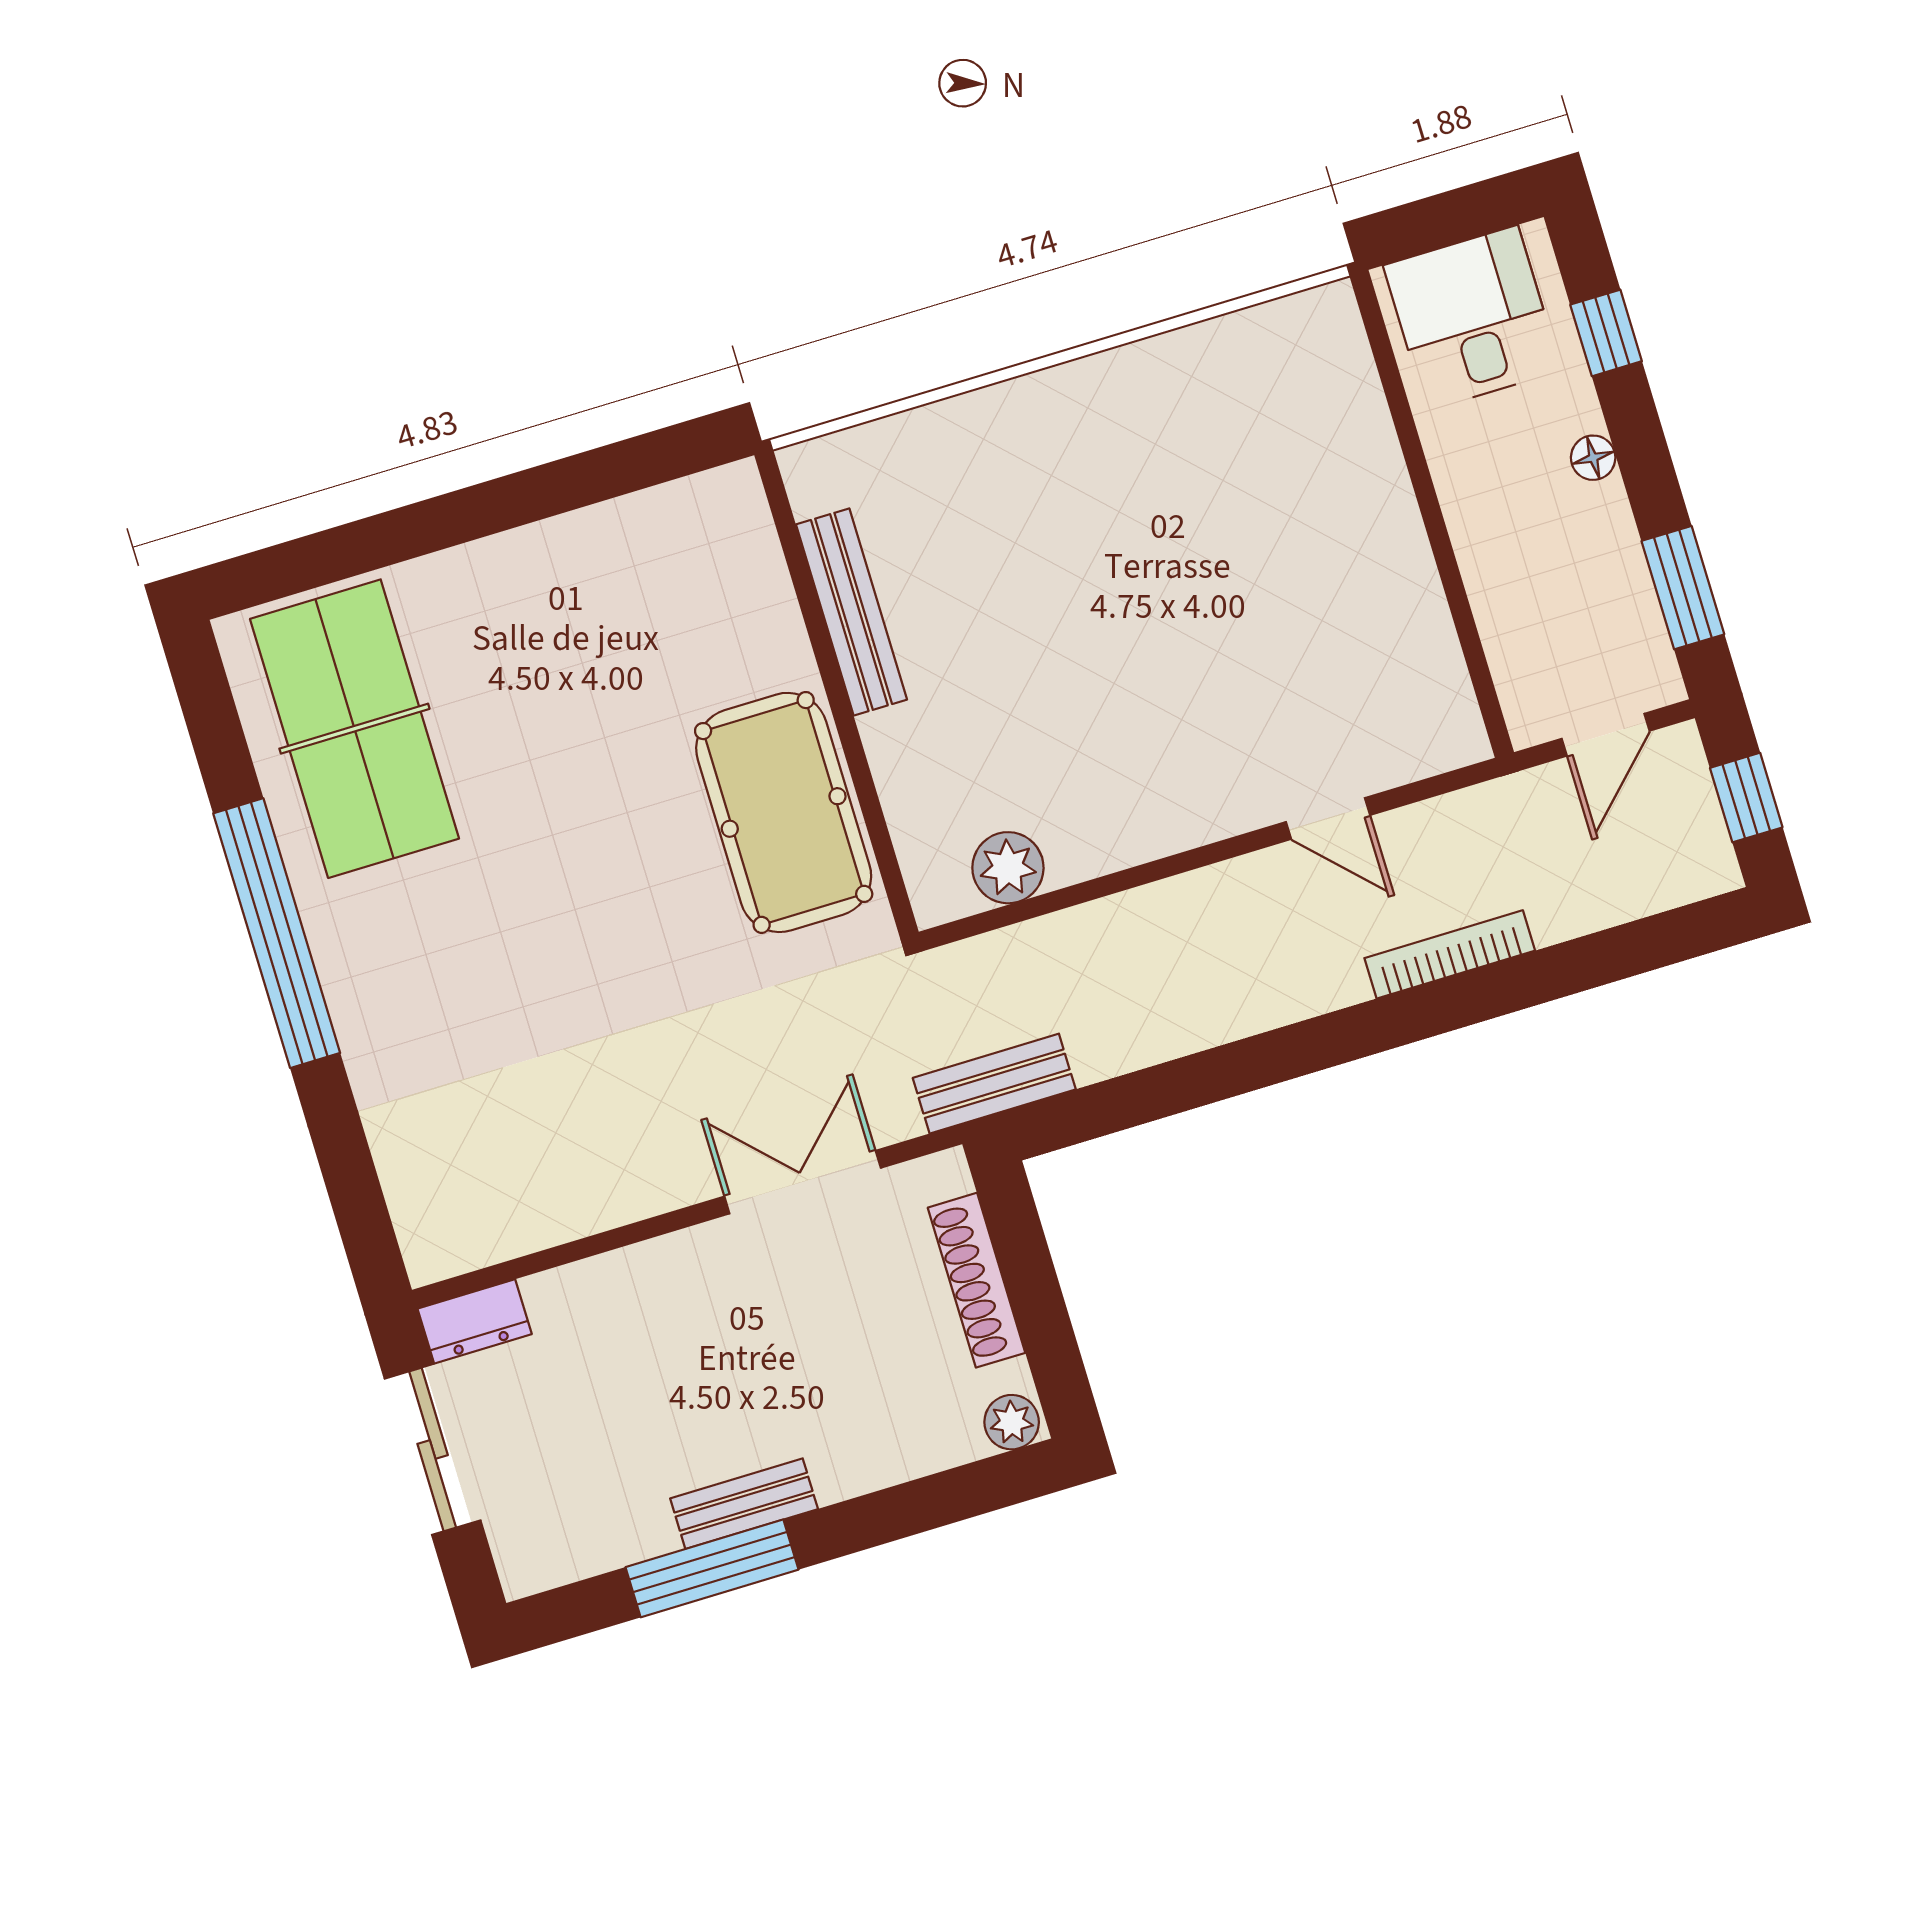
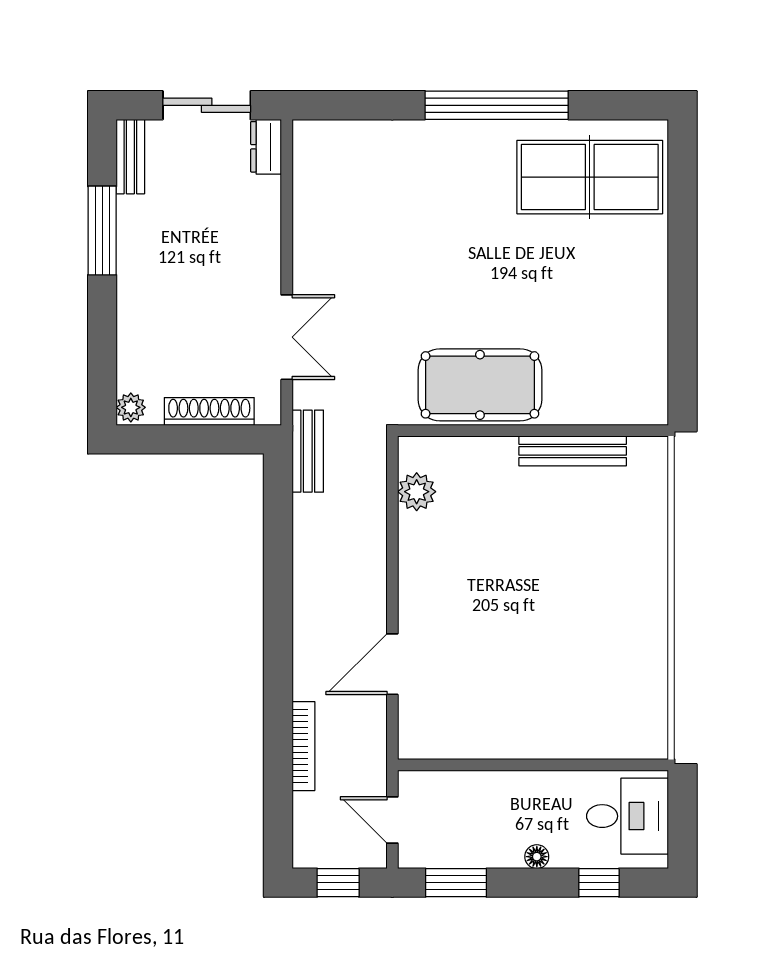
door: (1328, 819) -> (392, 664), width x1.38
bookcase: (1450, 954) -> (303, 746), moved
bench: (744, 1504) -> (130, 157), moved

